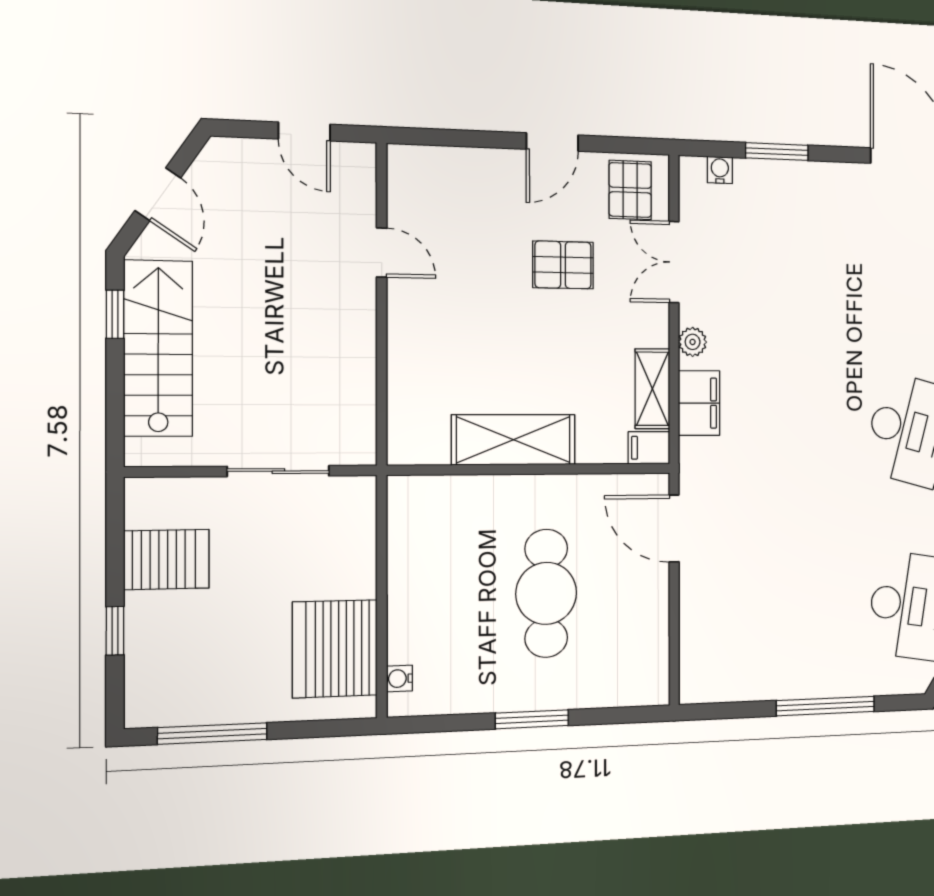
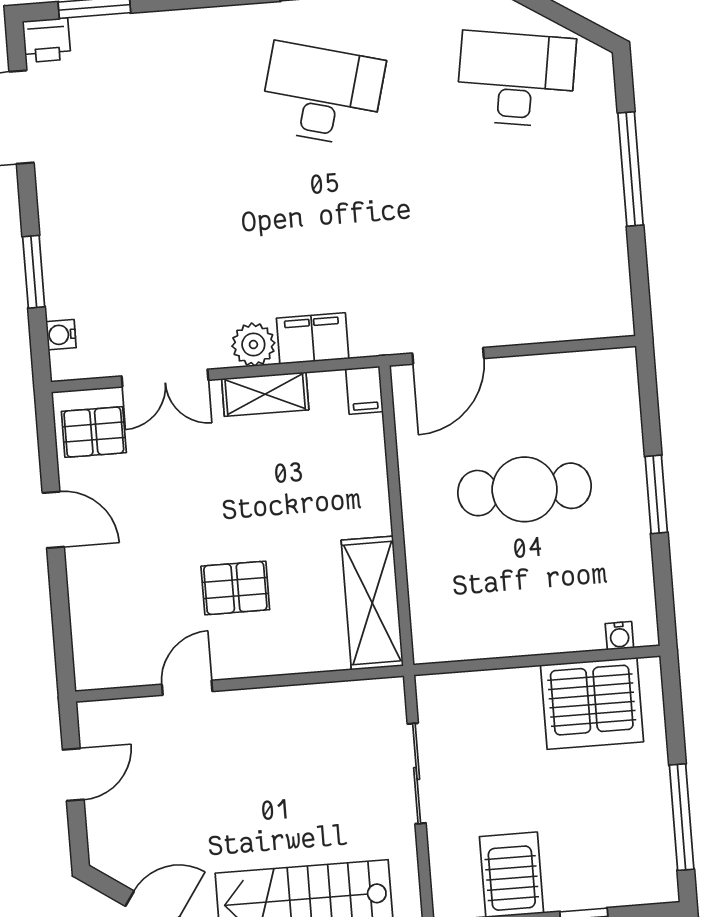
pallet: (563, 265) -> (235, 588), moved, turned 90
plant: (693, 342) -> (253, 345), width x1.38, depth x1.38
shelving: (652, 389) -> (265, 394), moved
shelving: (513, 440) -> (372, 603), moved

